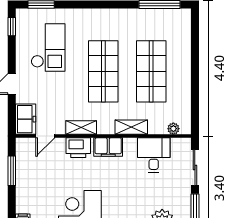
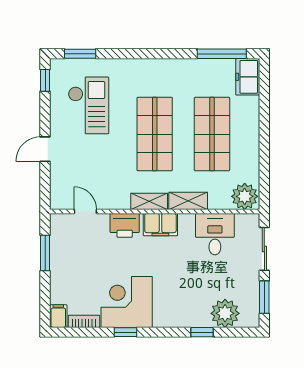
freezer: (26, 119) -> (248, 77), moved, turned 180
shelving: (81, 128) -> (149, 201), moved
plant: (173, 129) -> (245, 196), width x1.87, depth x1.87
door: (45, 136) -> (85, 211), swing flipped

